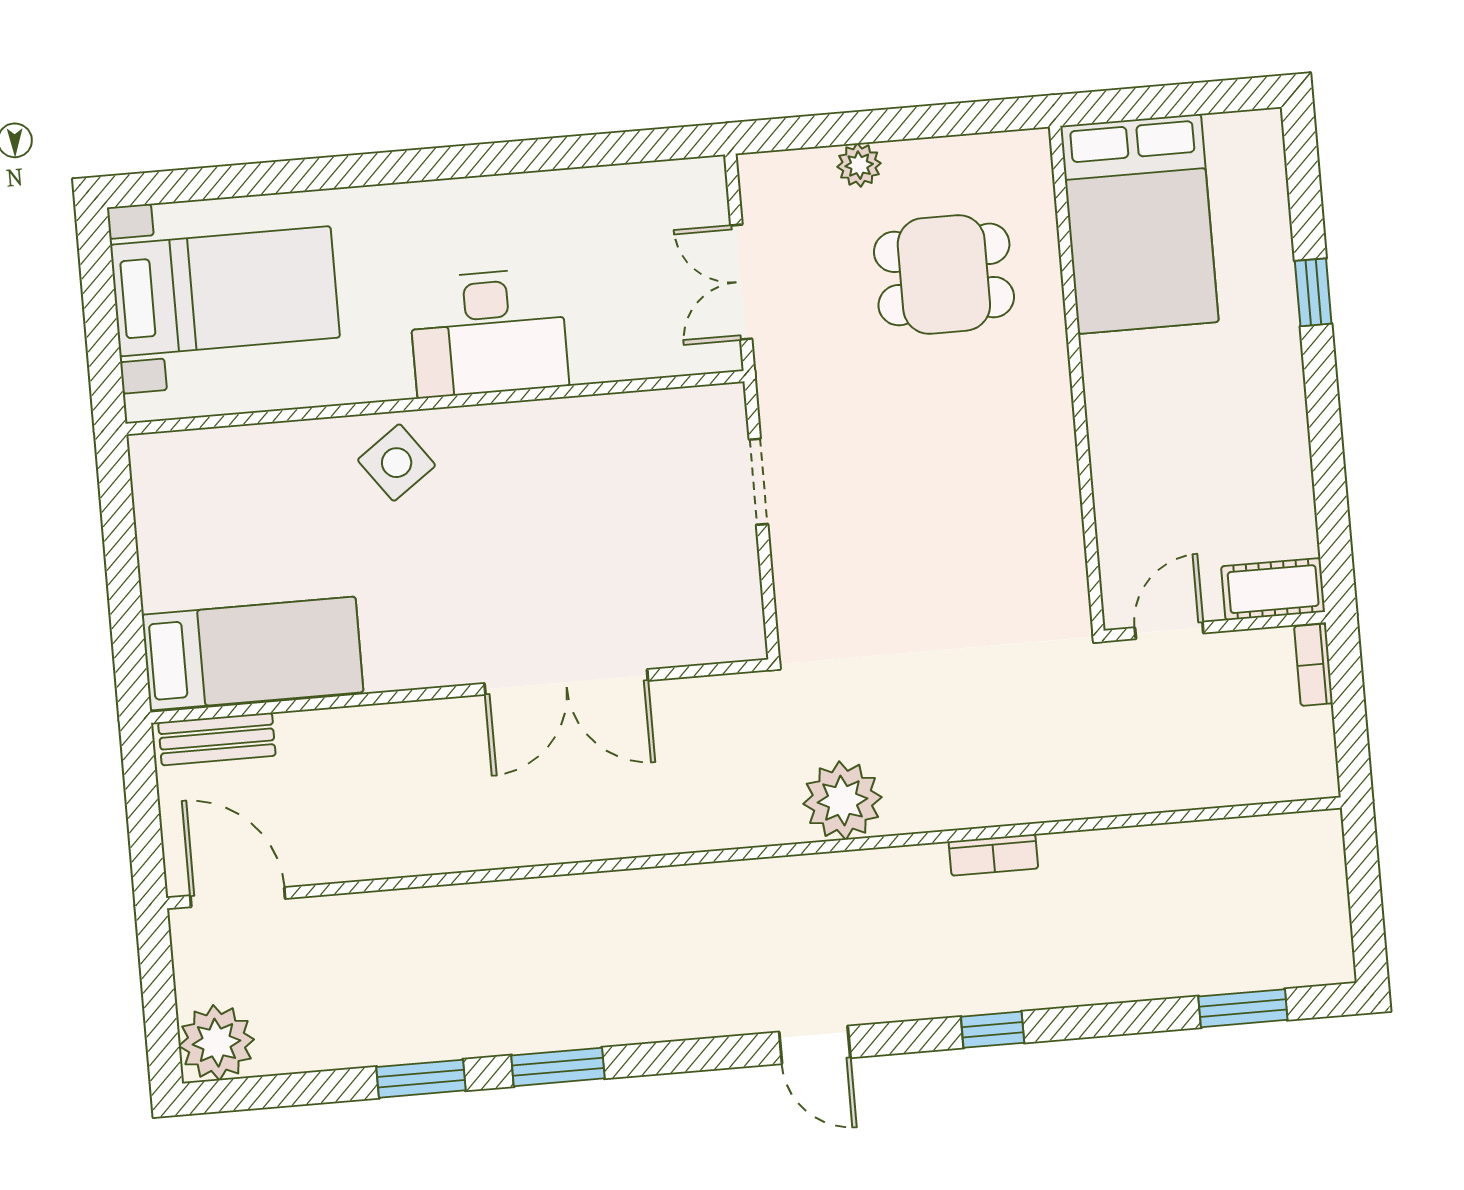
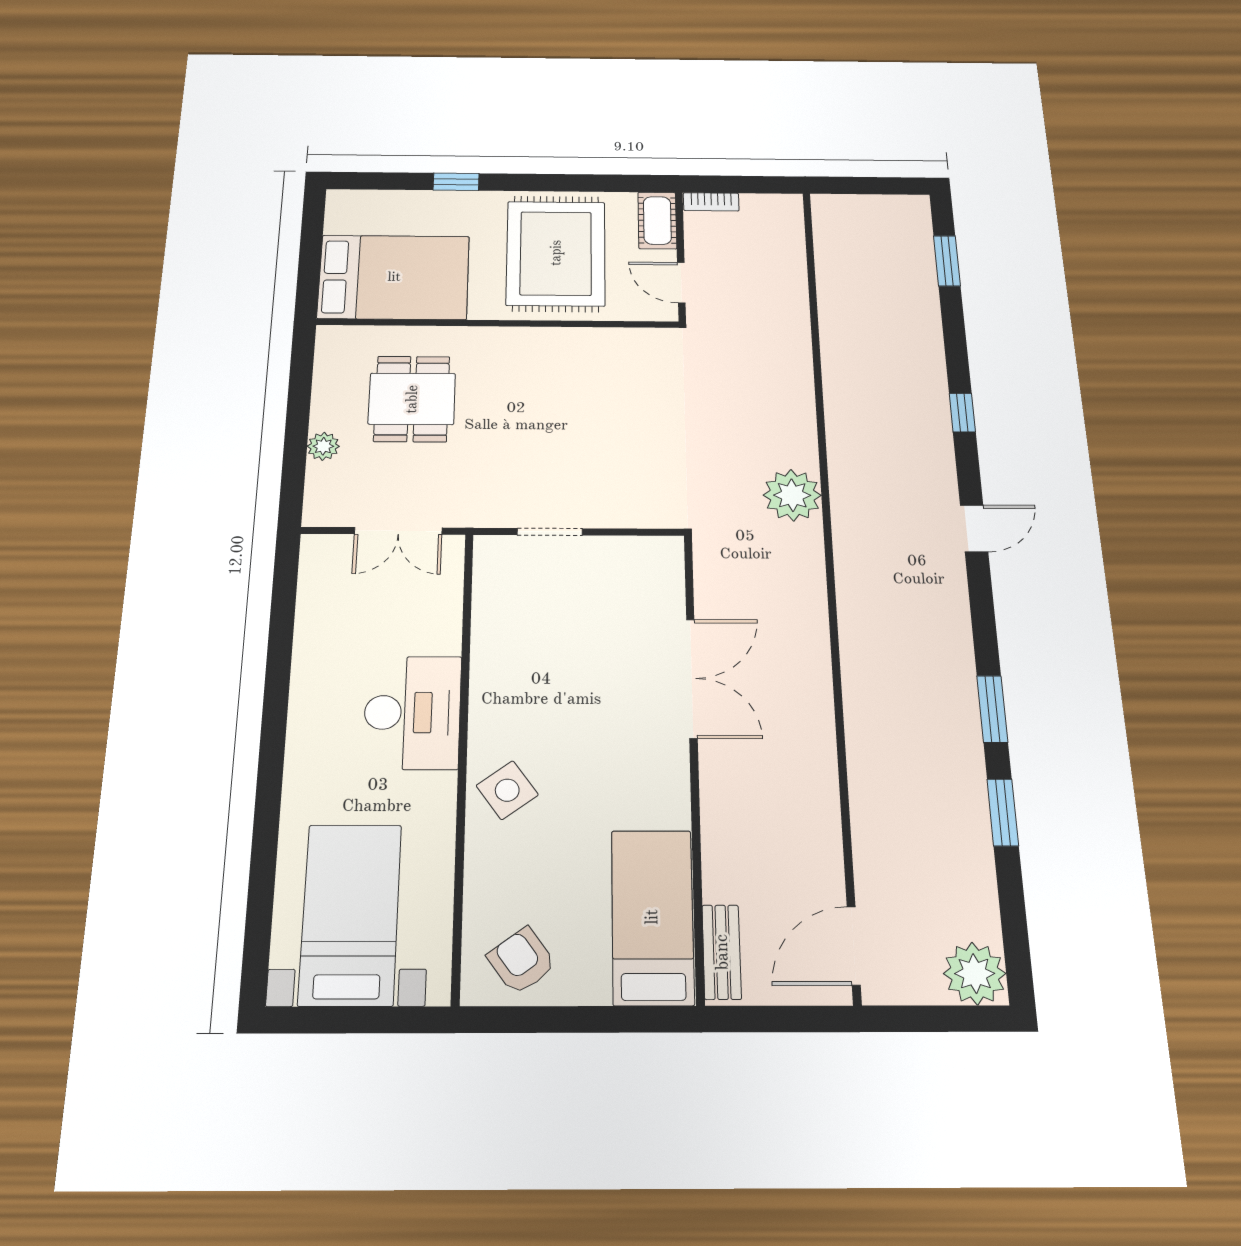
rug: (1202, 449) -> (556, 253), added
armchair: (186, 502) -> (522, 961), added
bookcase: (993, 855) -> (836, 402), removed

